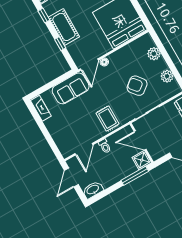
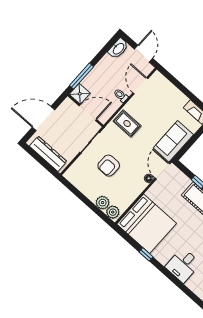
plant: (167, 76) -> (113, 212), moved
armchair: (137, 86) -> (109, 166), turned 129

